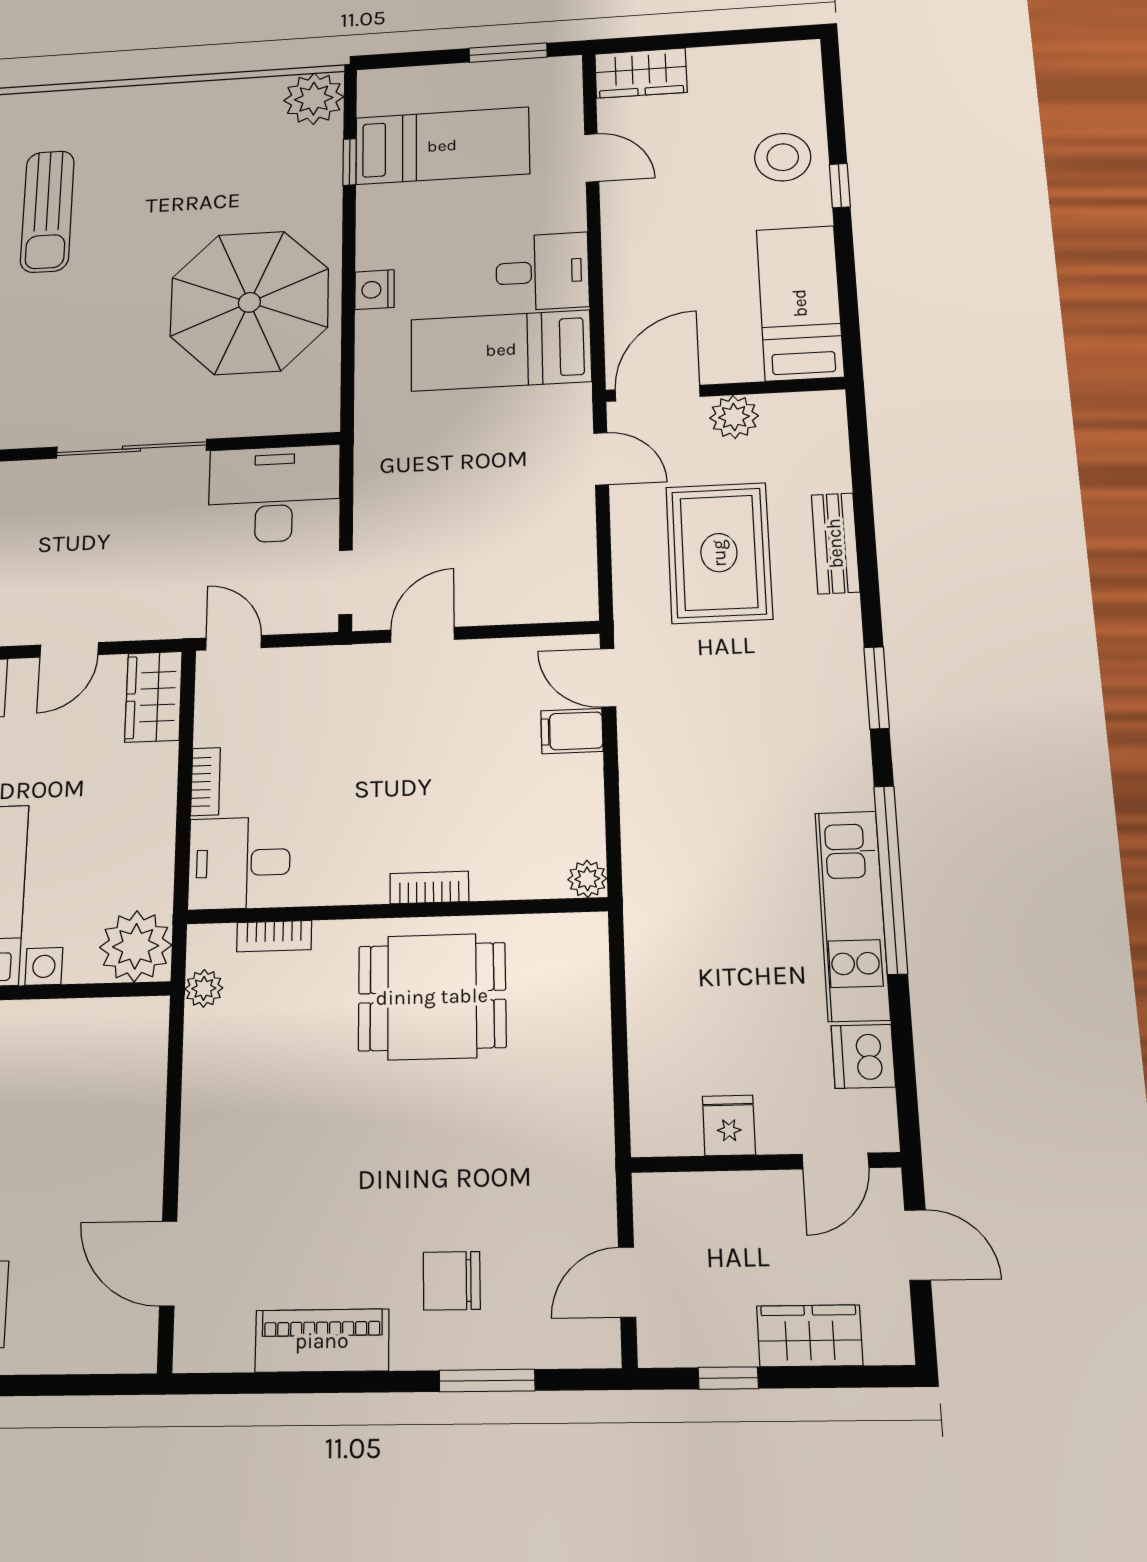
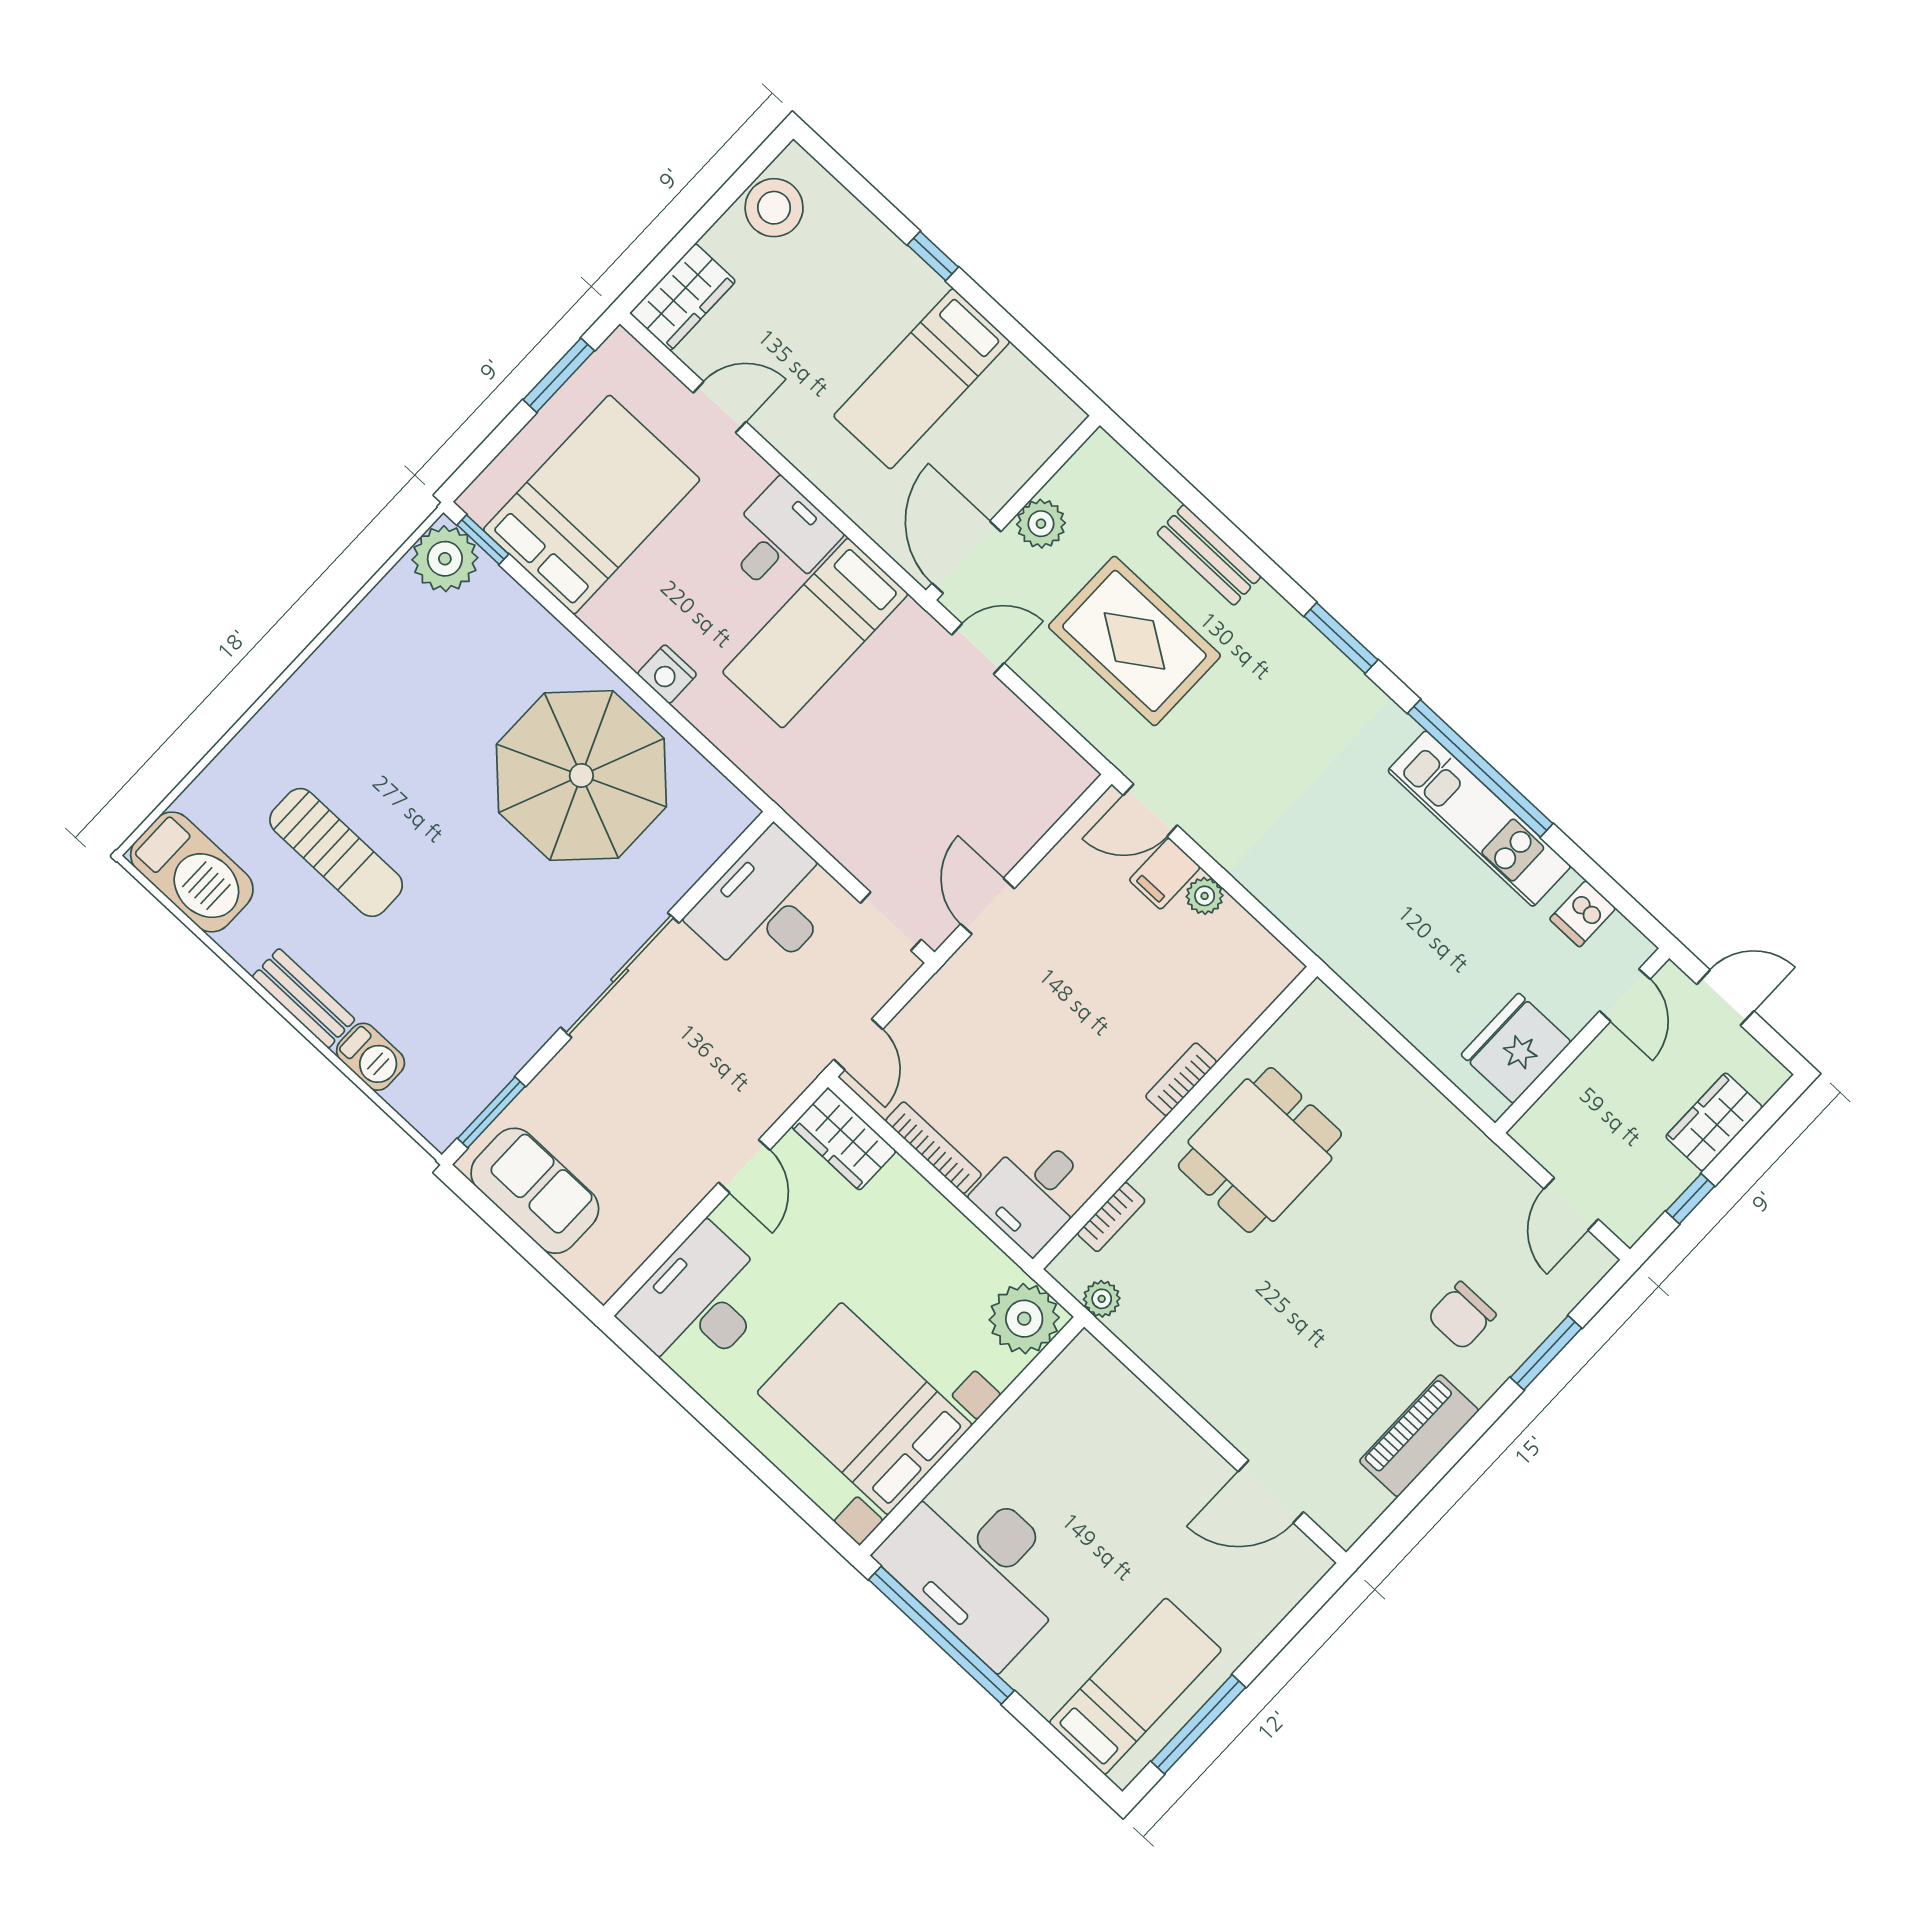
bed: (442, 146) -> (592, 505), width x1.50
stool: (783, 157) -> (774, 208), moved
window: (350, 162) -> (483, 540), moved
bed: (800, 303) -> (922, 379), moved, turned -90
door: (233, 643) -> (858, 1044), swing flipped
bookcase: (205, 782) -> (934, 1148), width x1.56
plant: (587, 879) -> (1205, 896), moved
dishwasher: (863, 1056) -> (1583, 914), width x0.73
fridge: (729, 1125) -> (1516, 1048), width x1.88, depth x1.34

